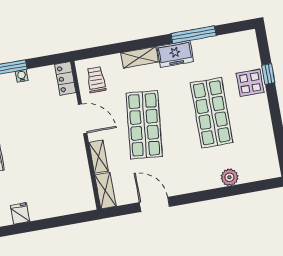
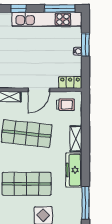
window: (193, 35) -> (85, 203), moved
freezer: (175, 54) -> (74, 170), width x1.40

